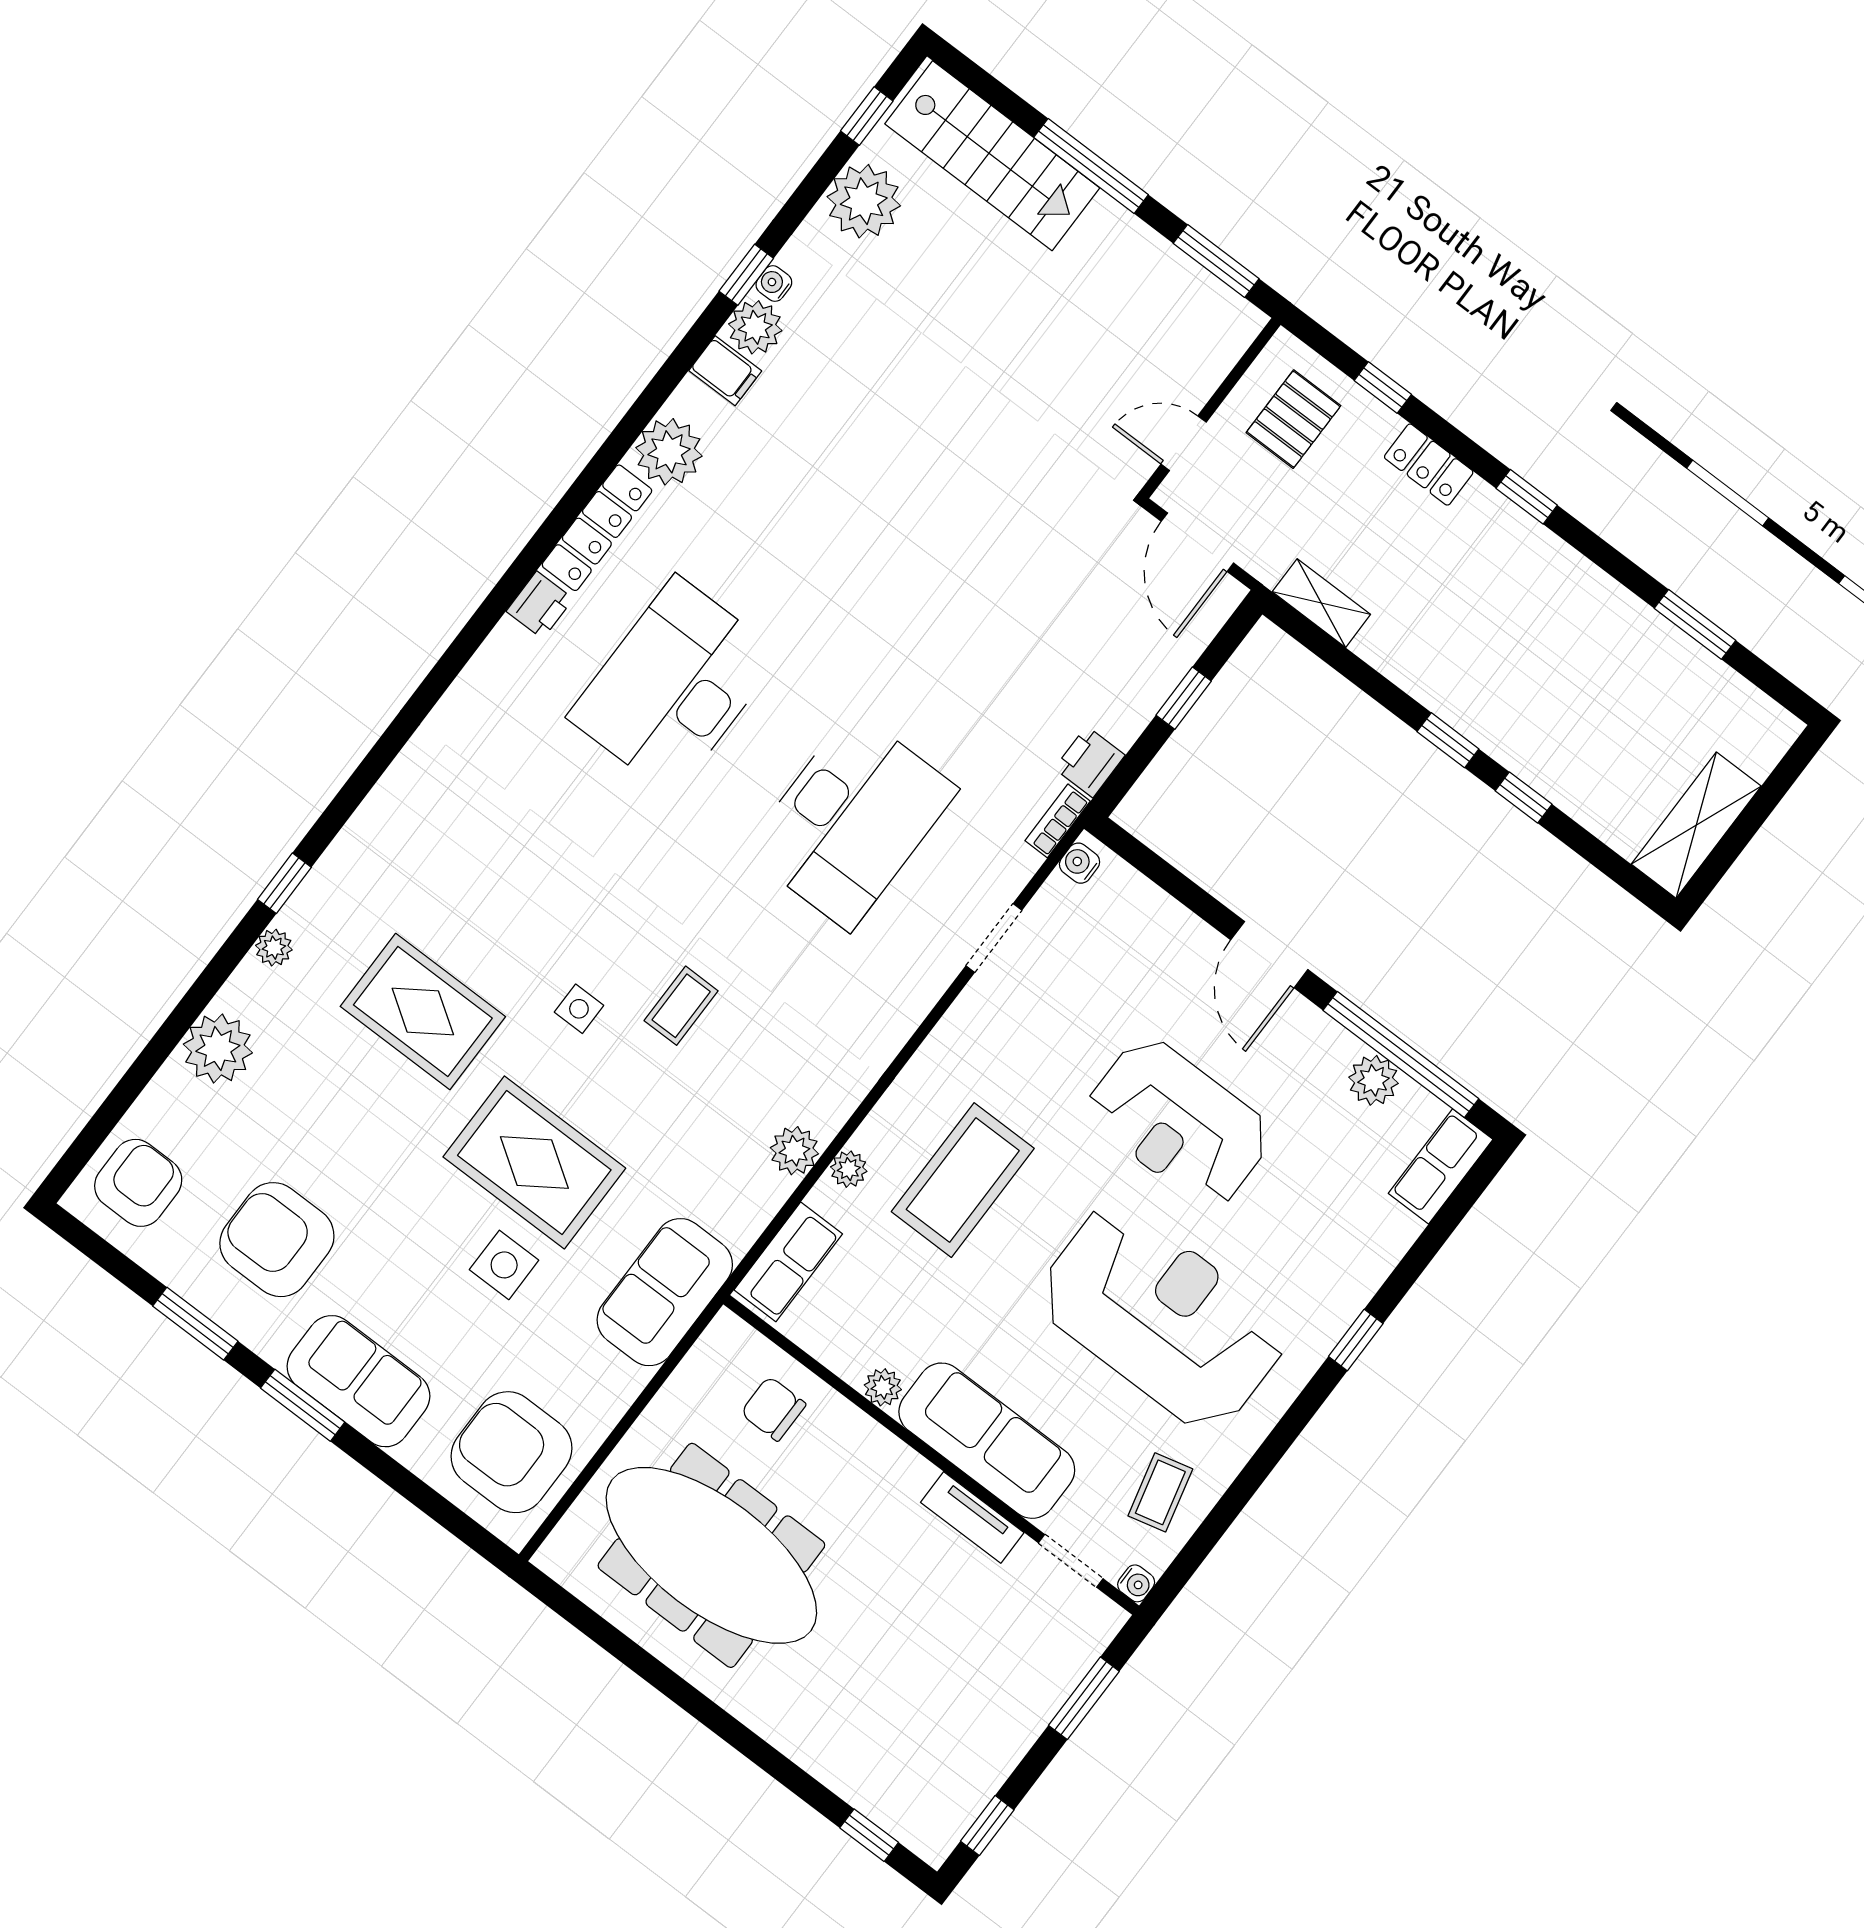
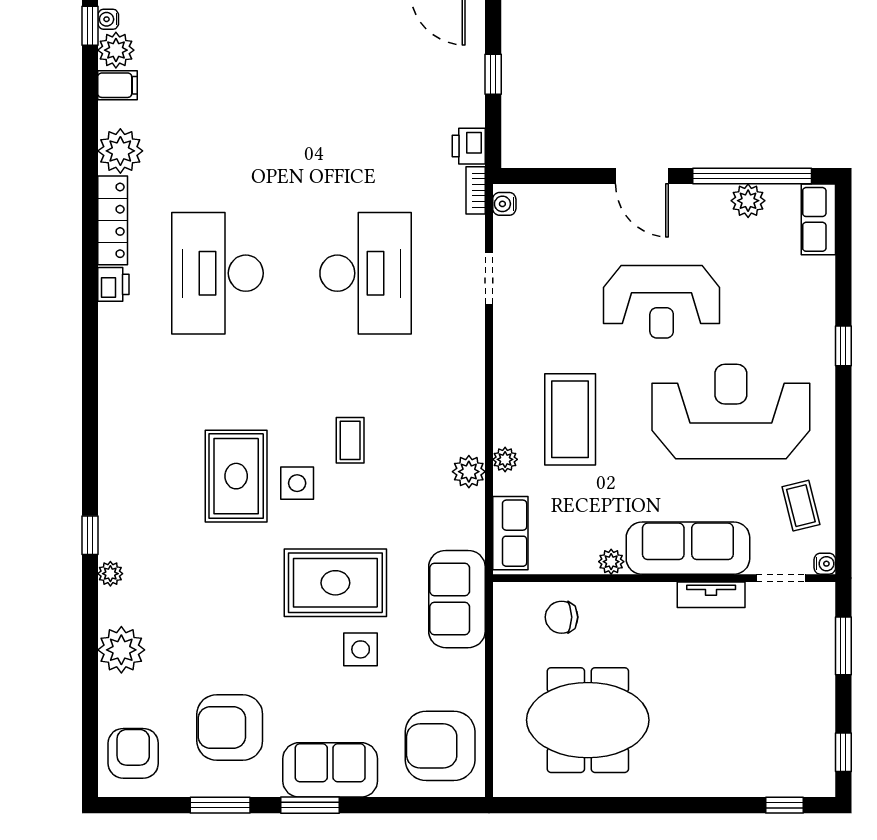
side table: (579, 1009) -> (297, 483), width x1.37, depth x1.37
rug: (423, 1012) -> (236, 476), moved, turned 90
meeting table: (711, 1555) -> (588, 720), width x0.73

